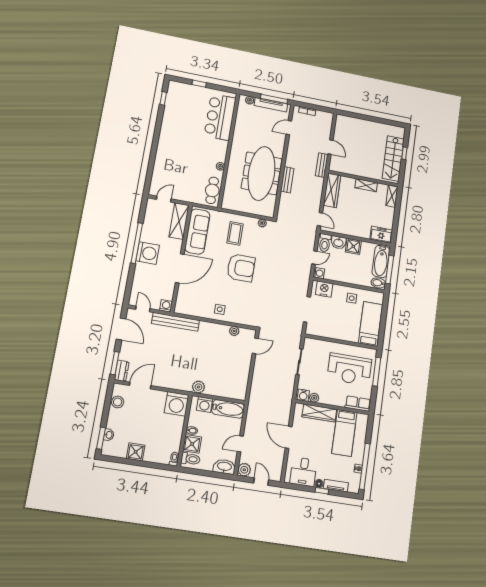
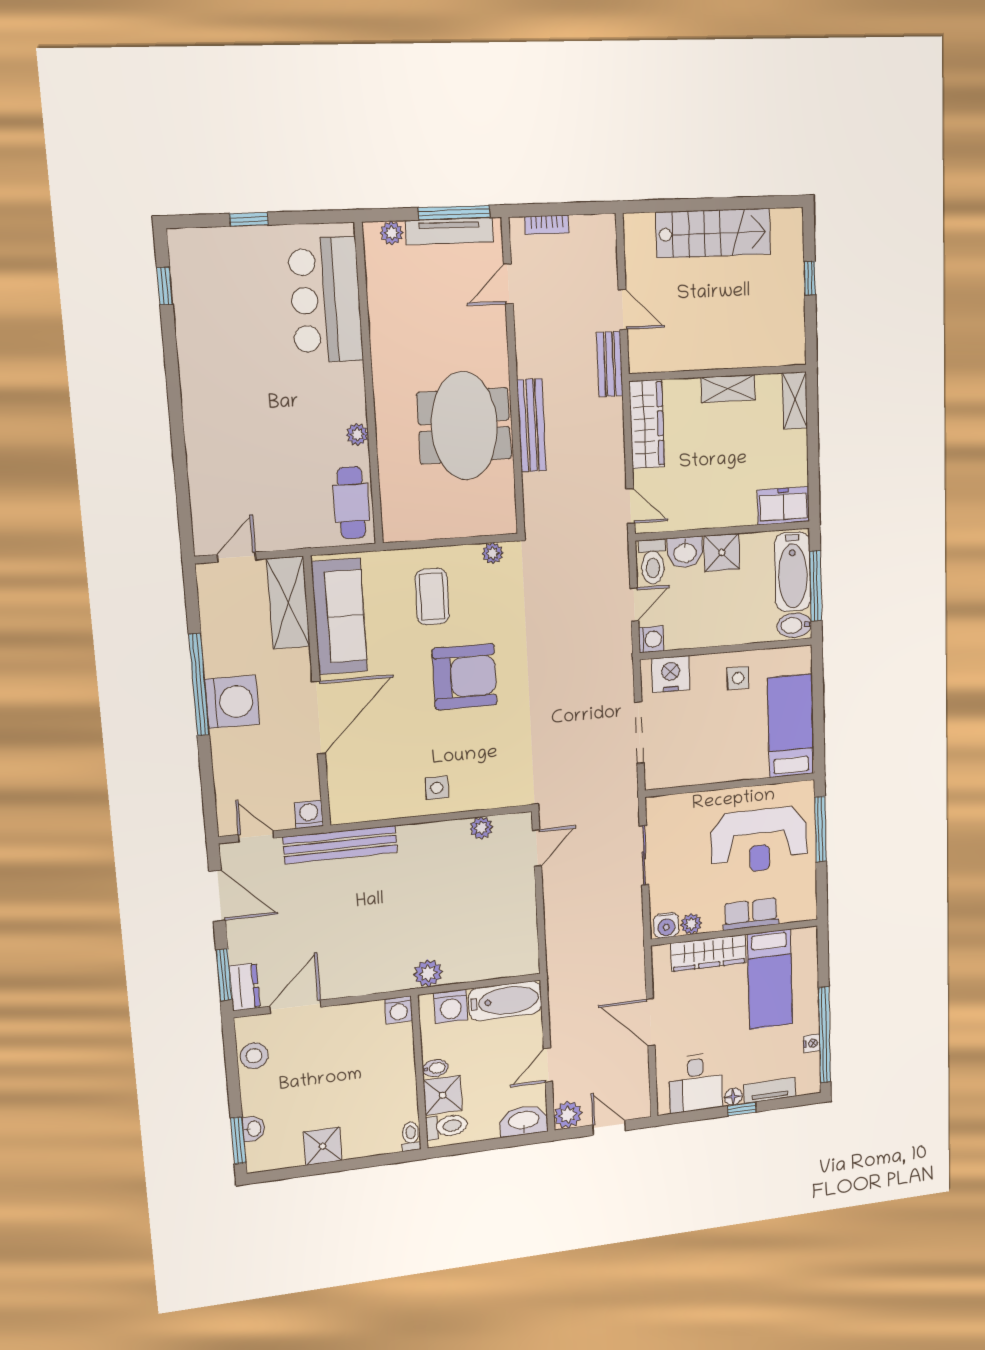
stairs: (393, 158) -> (713, 233), moved, turned -90
meeting table: (261, 173) -> (464, 426), width x0.73
bench: (287, 180) -> (532, 425), width x1.36
washing machine: (177, 404) -> (399, 1010), width x0.53, depth x0.53
row of seats: (358, 404) -> (751, 914), moved

